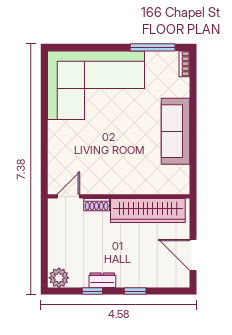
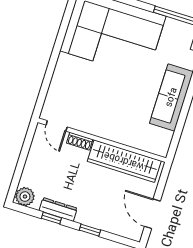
door: (68, 196) -> (57, 126), swing flipped
dresser: (102, 280) -> (58, 209), width x1.44

